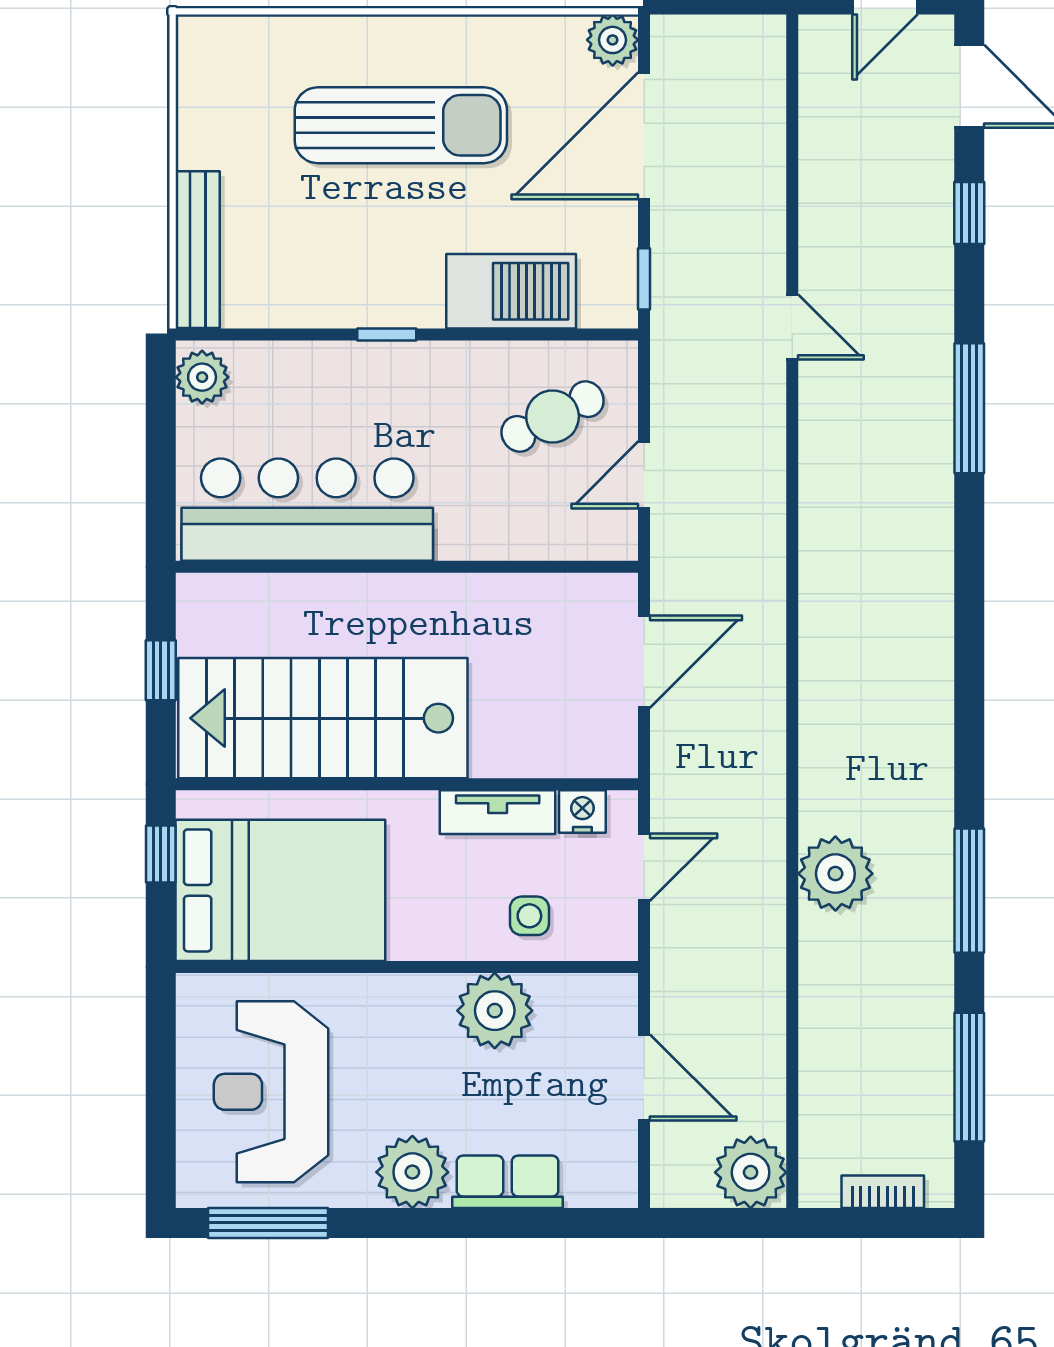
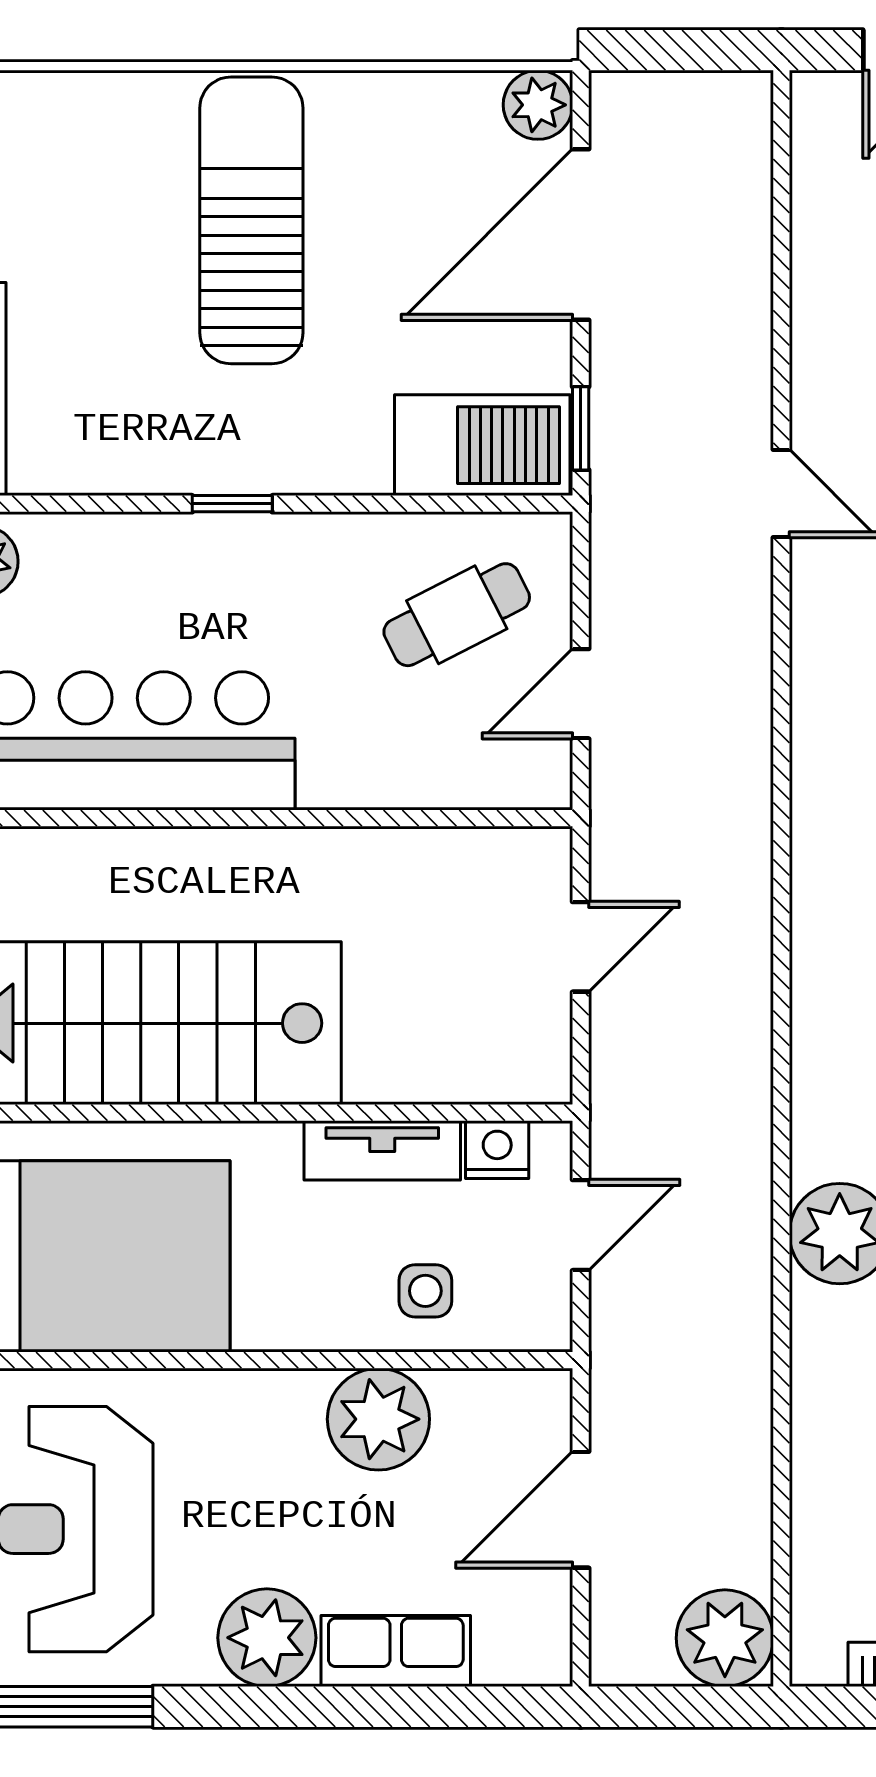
sun lounger: (401, 125) -> (251, 220), turned -90
barbecue: (511, 291) -> (482, 445), moved
door: (644, 662) -> (581, 947), width x0.73
door: (644, 1077) -> (581, 1510), swing flipped

